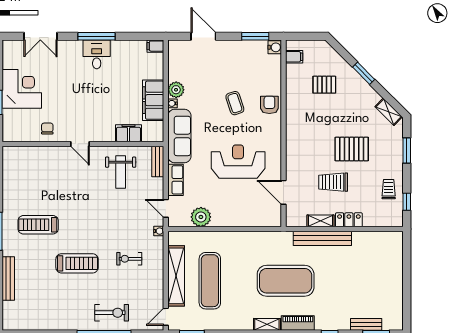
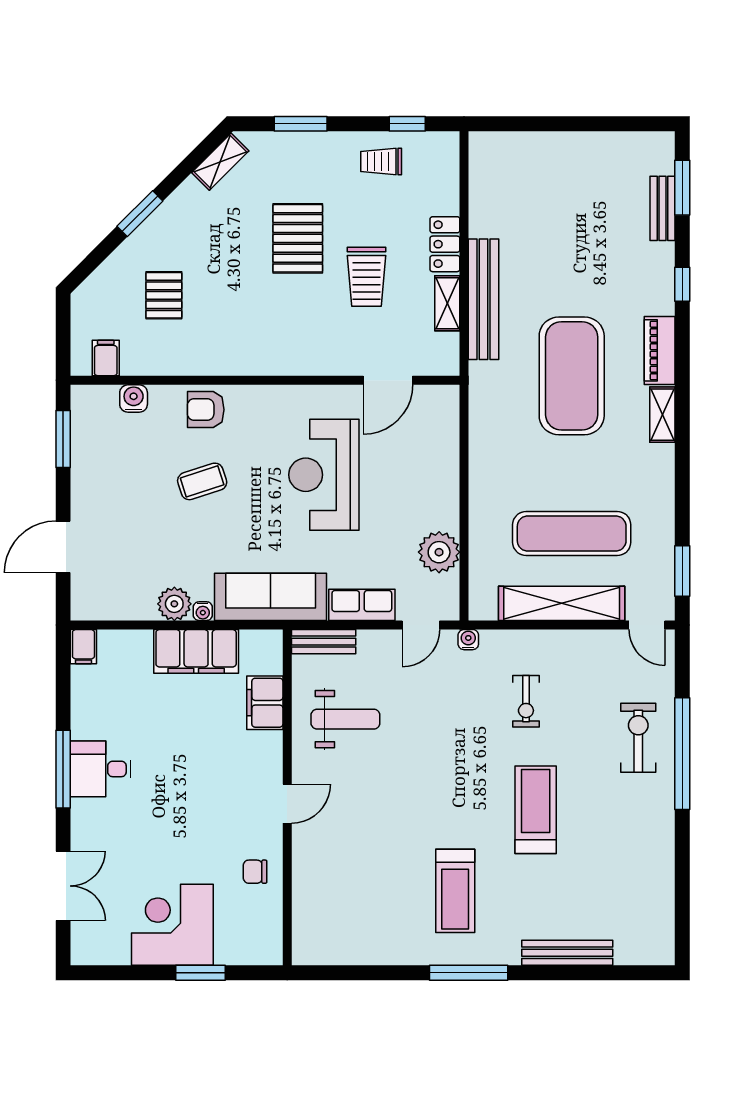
water cooler: (275, 47) -> (134, 398), moved

